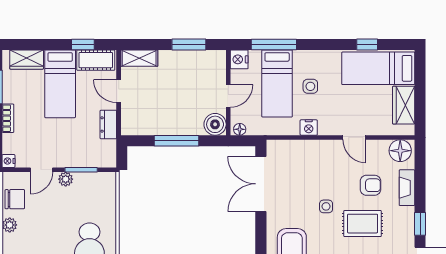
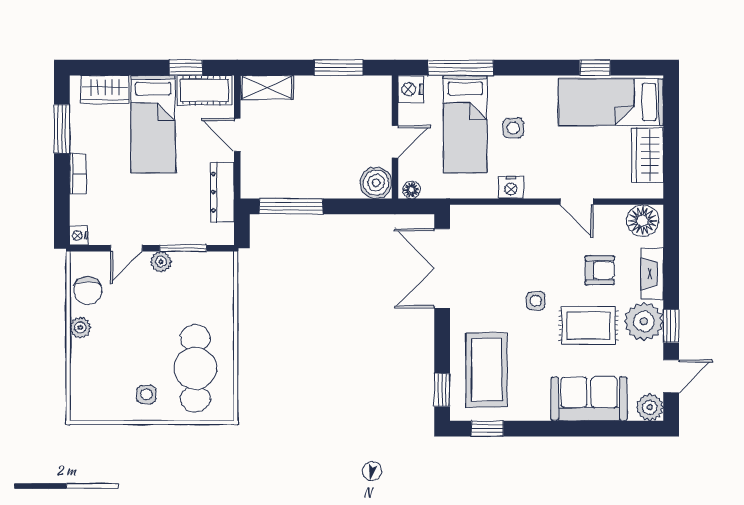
dresser: (108, 124) -> (222, 192), width x1.44
window: (176, 141) -> (291, 206), moved
chair: (15, 199) -> (88, 290), turned 90
plant: (401, 221) -> (644, 321), added

